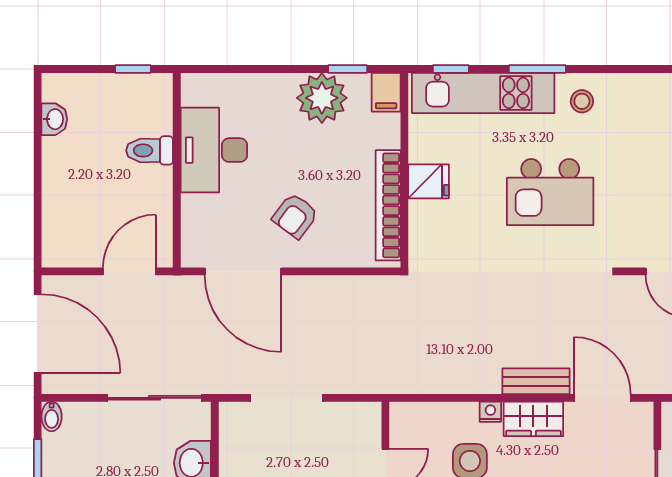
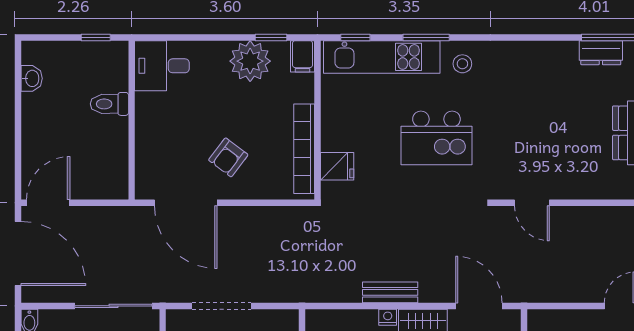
desk: (214, 150) -> (162, 66), moved, width x0.73
fridge: (429, 181) -> (337, 166), moved
door: (129, 271) -> (48, 203), moved
bench: (536, 381) -> (390, 292), moved

